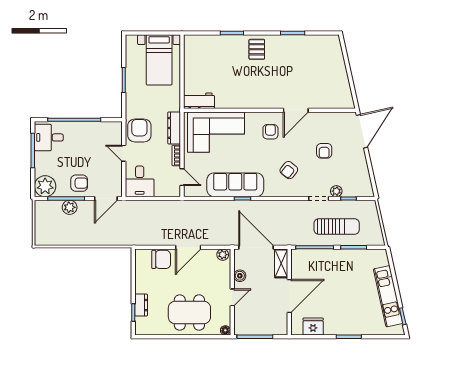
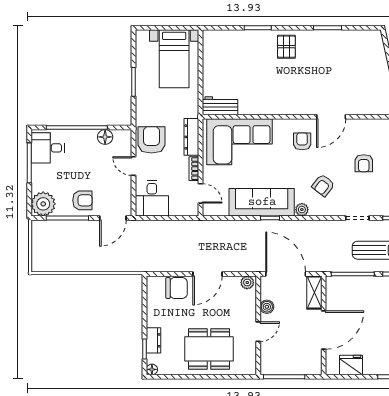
floor lamp: (99, 128) -> (105, 137), added
plant: (336, 191) -> (302, 210), moved
plant: (70, 207) -> (71, 228), removed
floor lamp: (225, 330) -> (152, 369), moved

